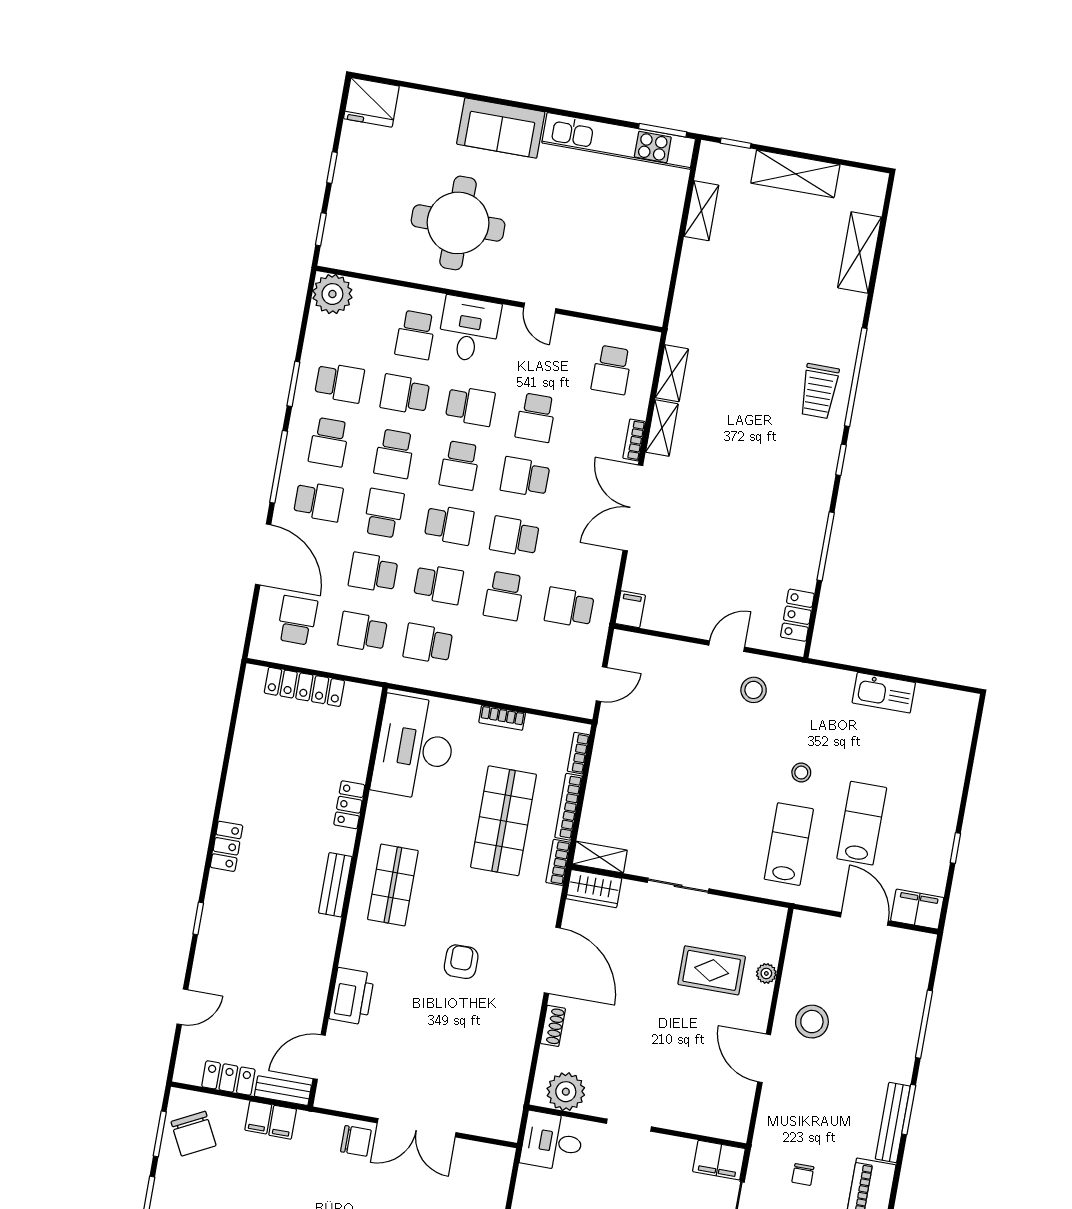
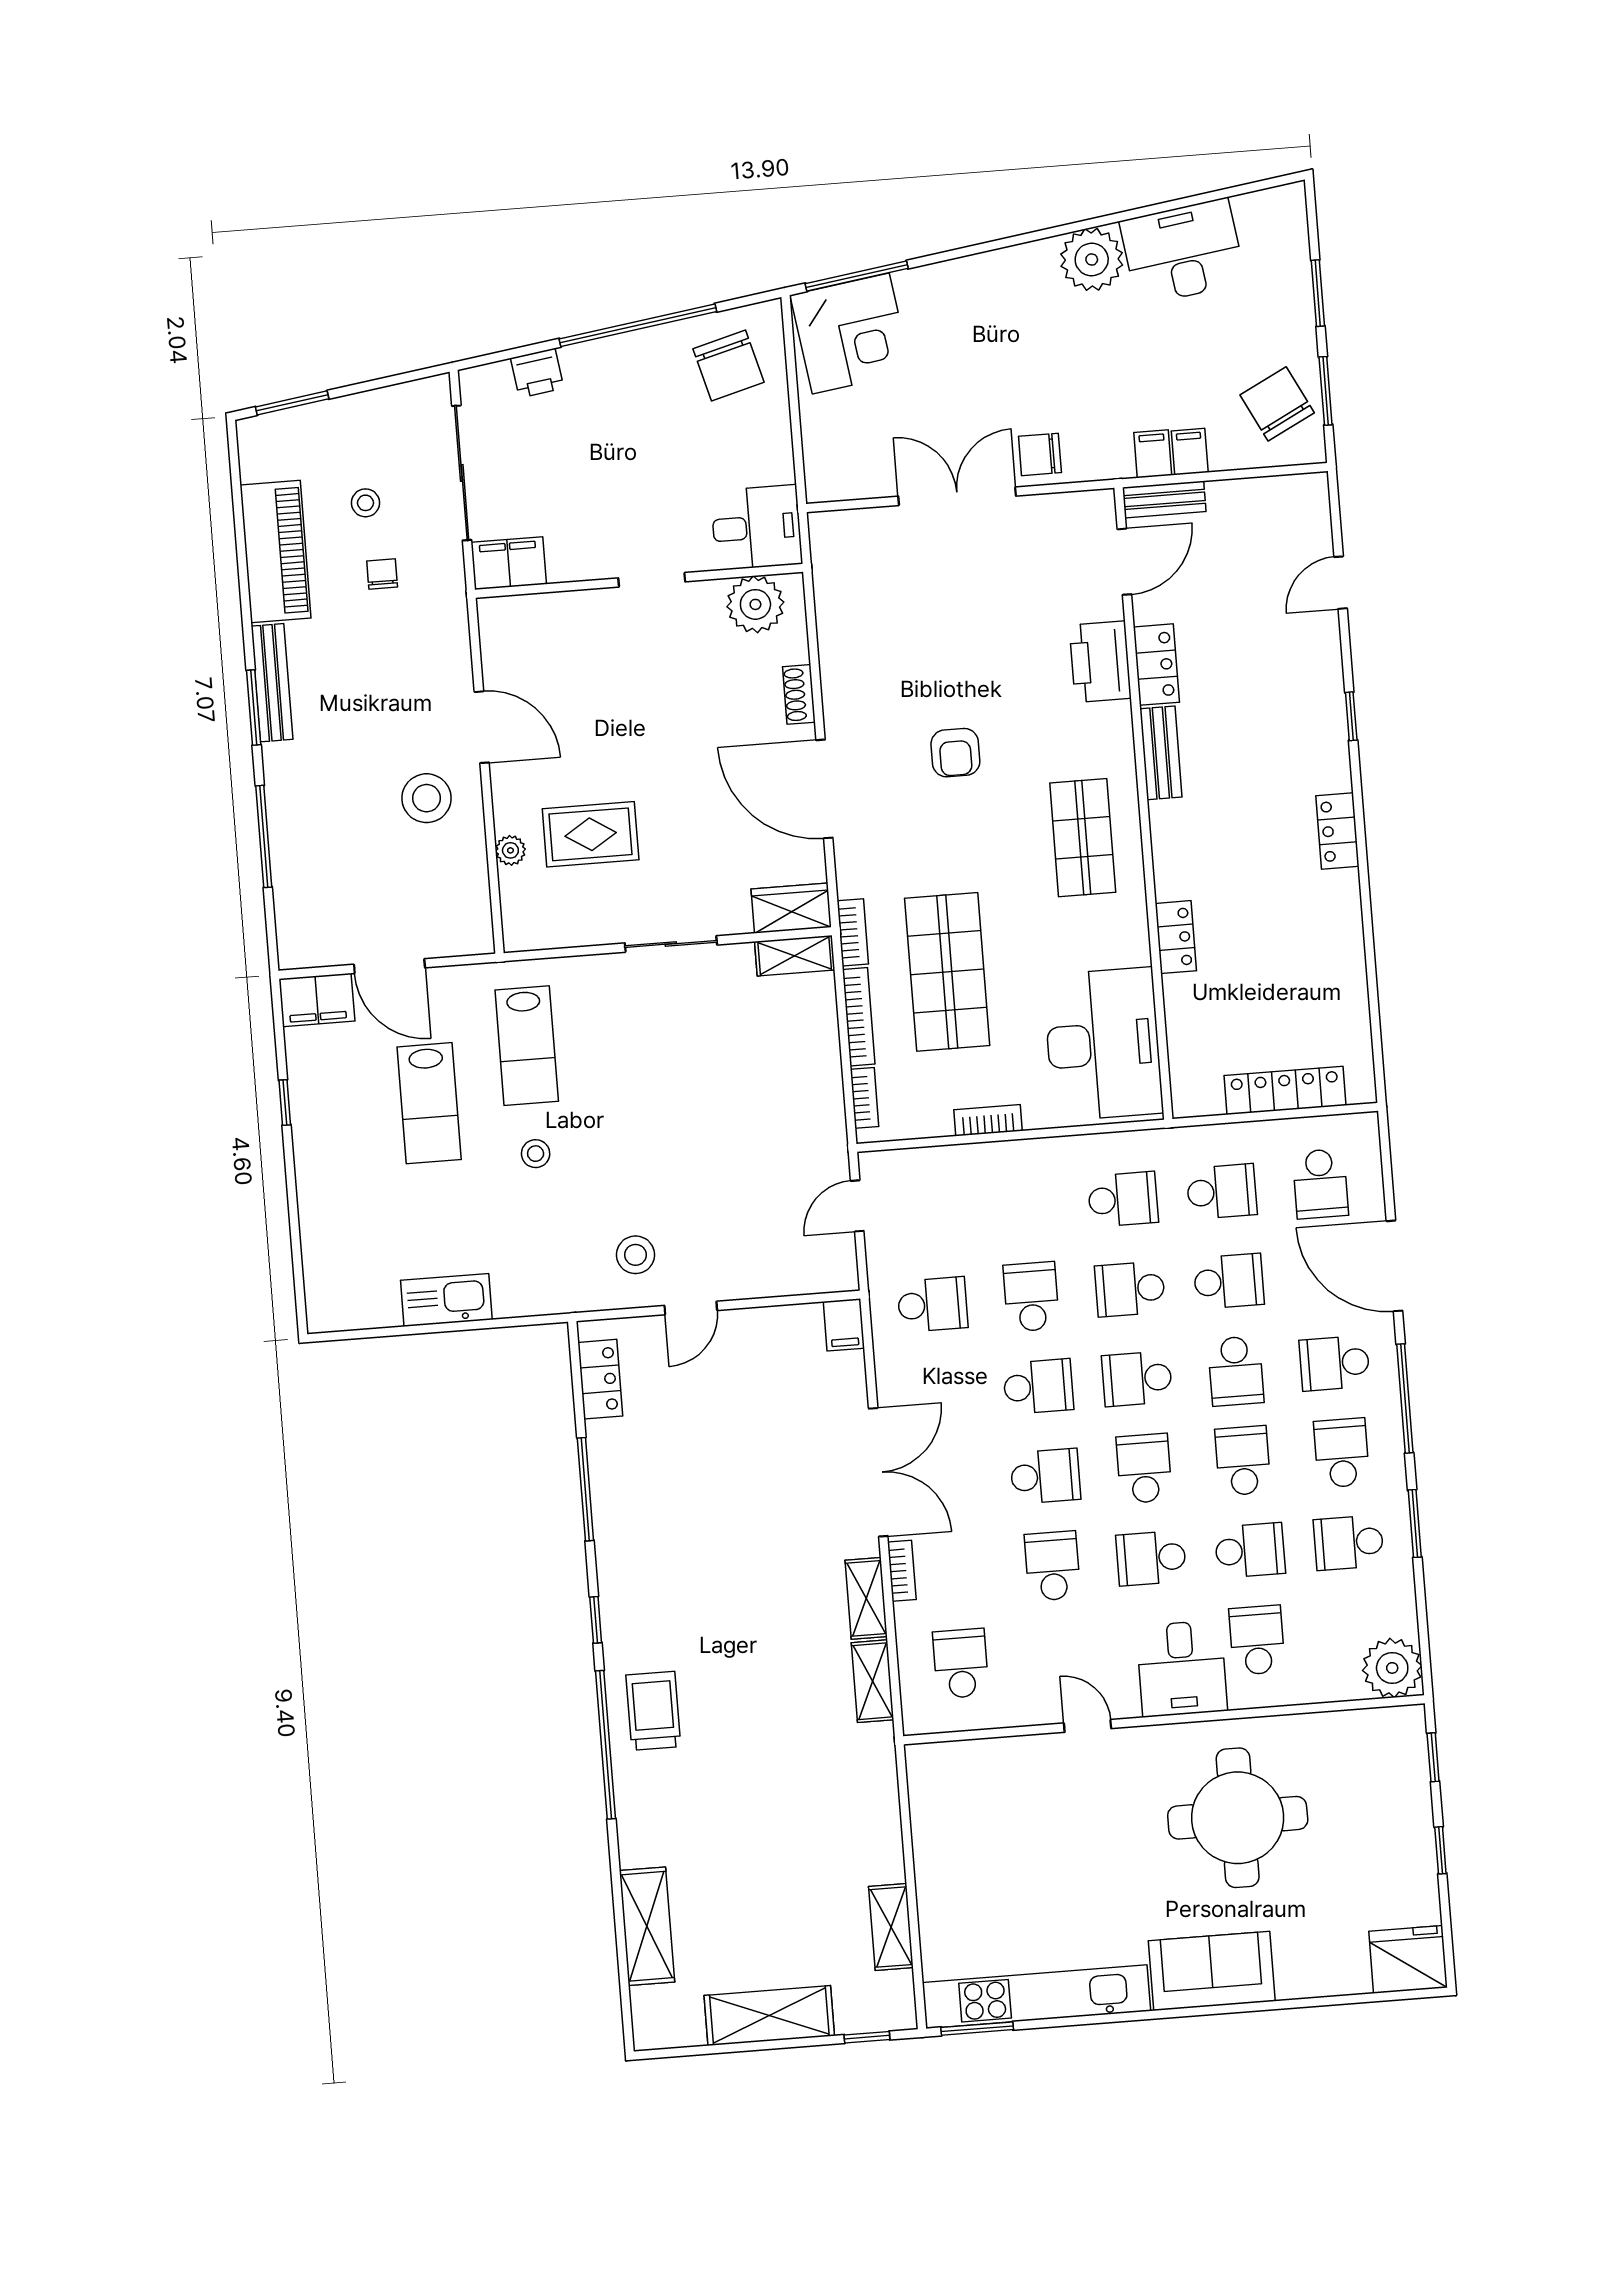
bench: (335, 885) -> (1161, 753), moved
locker: (228, 1078) -> (1156, 665), moved, turned -90

